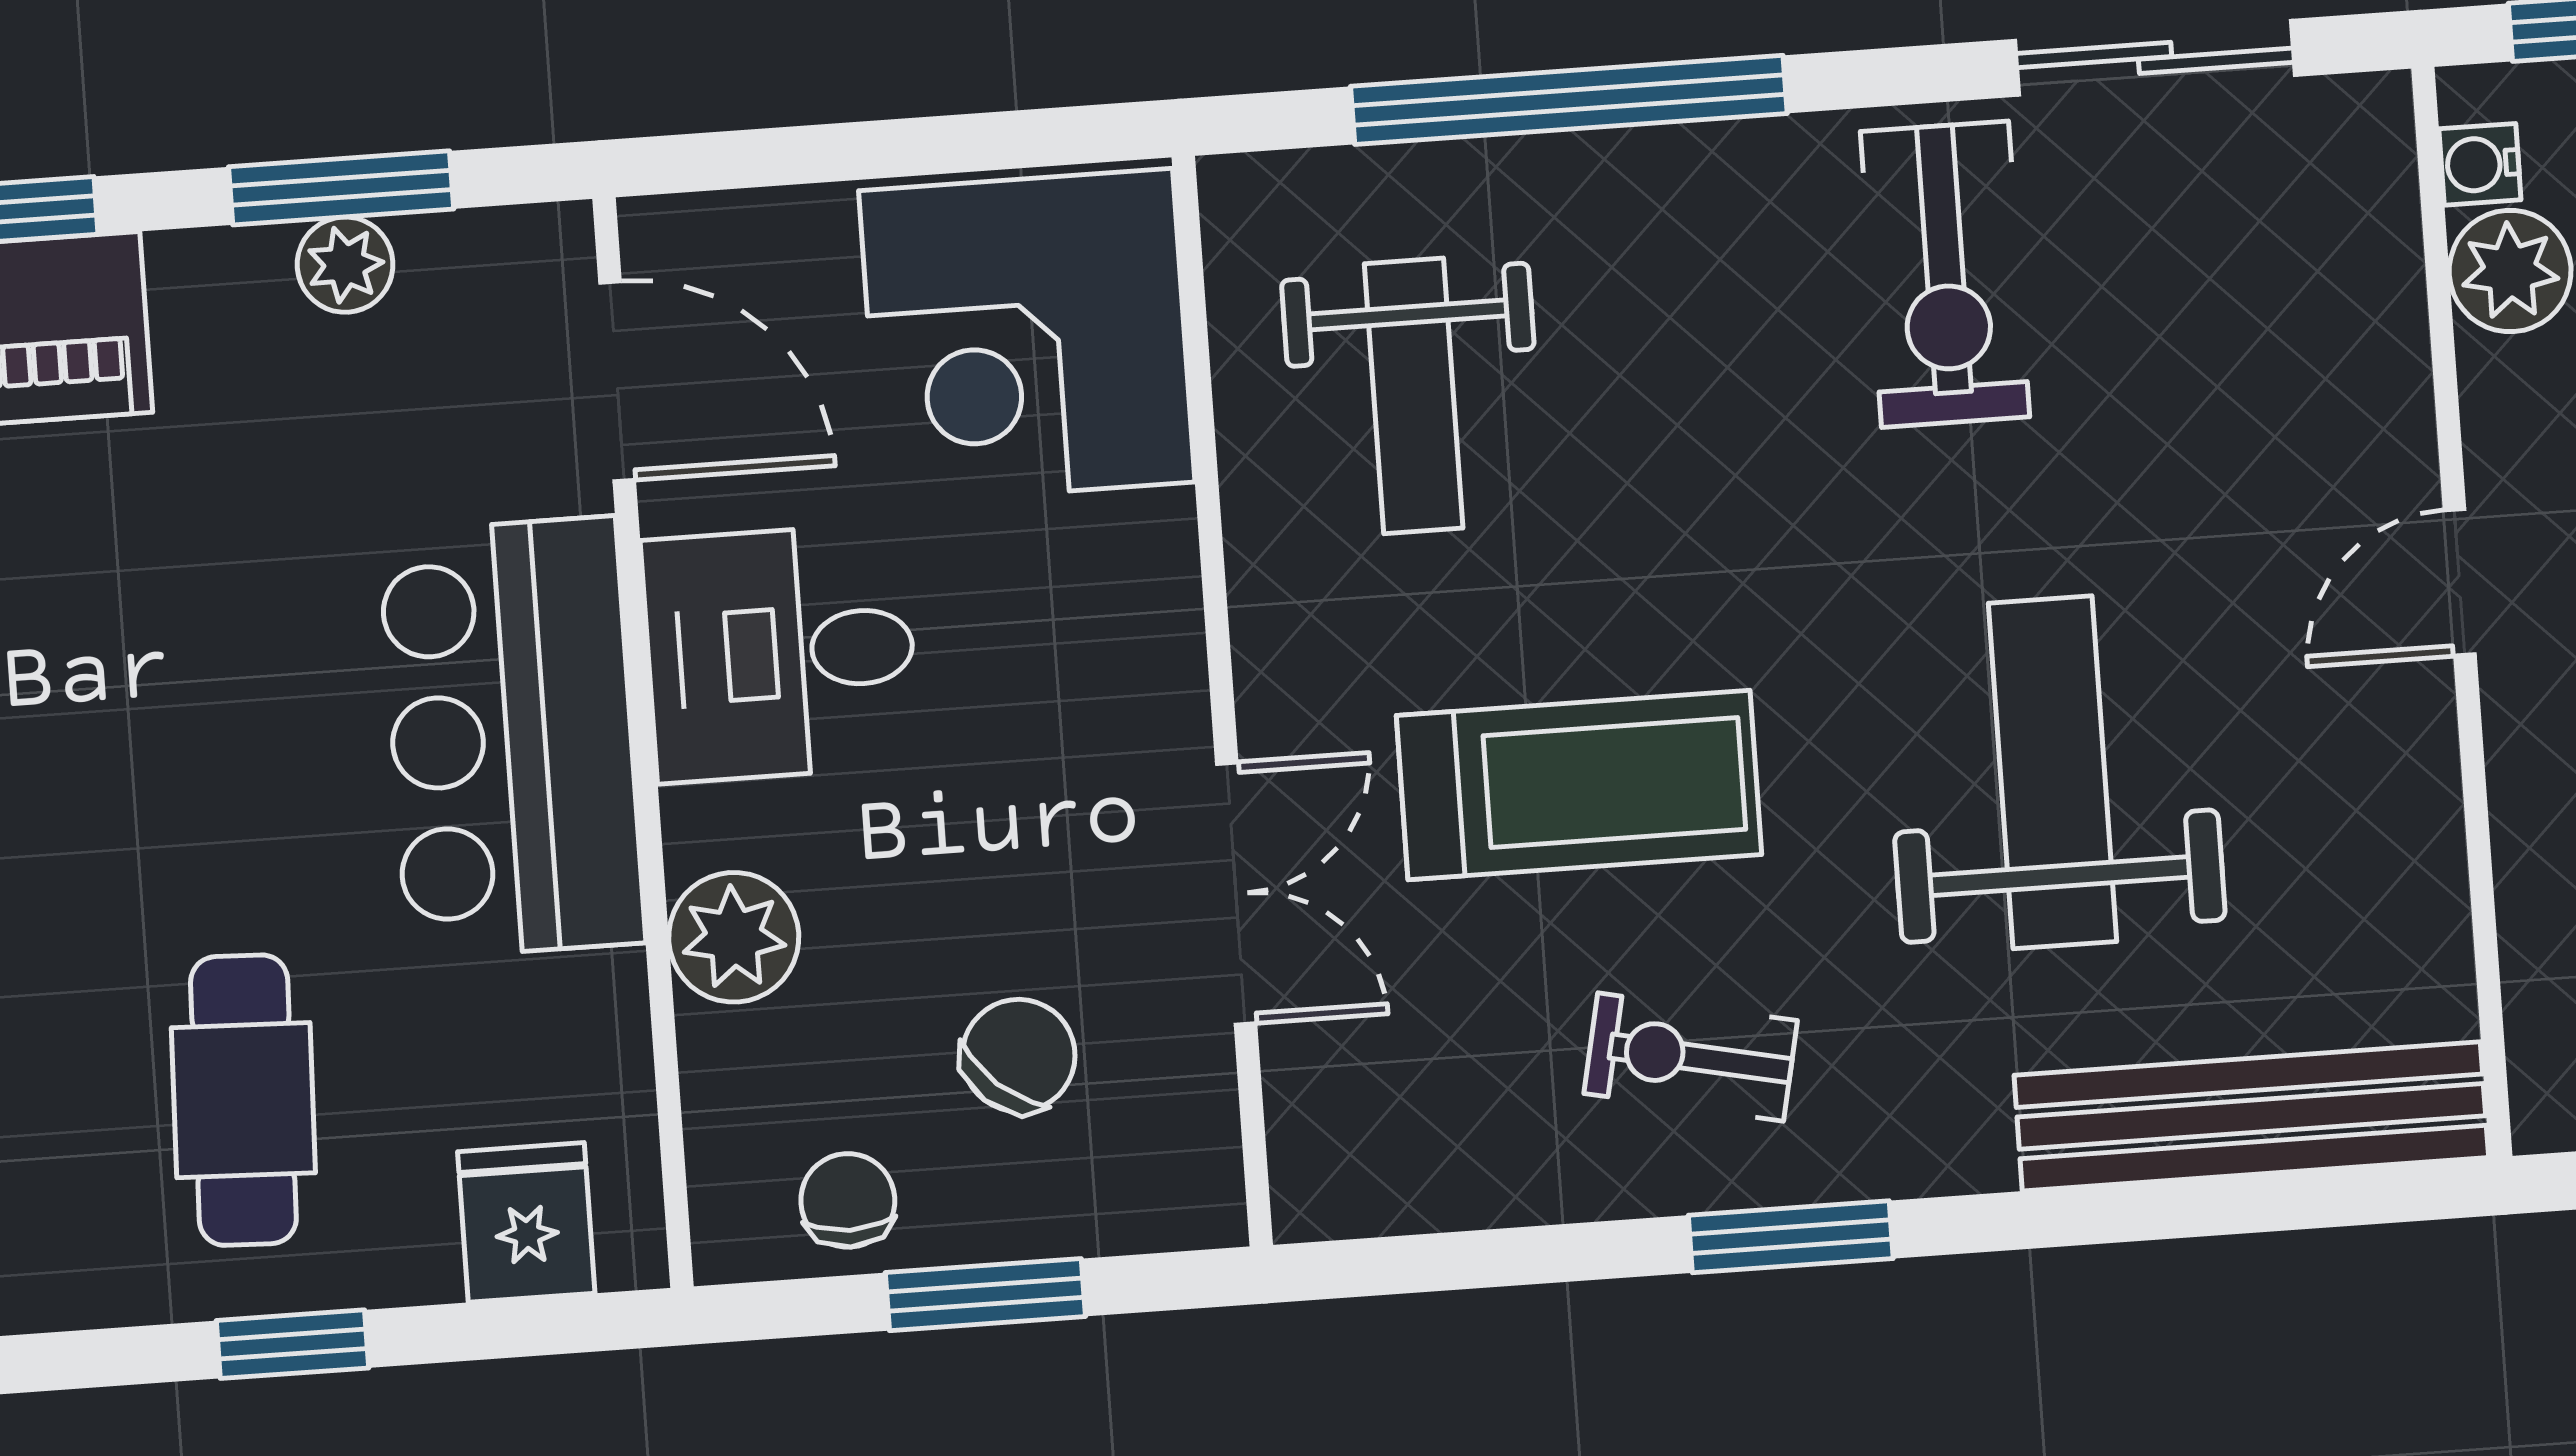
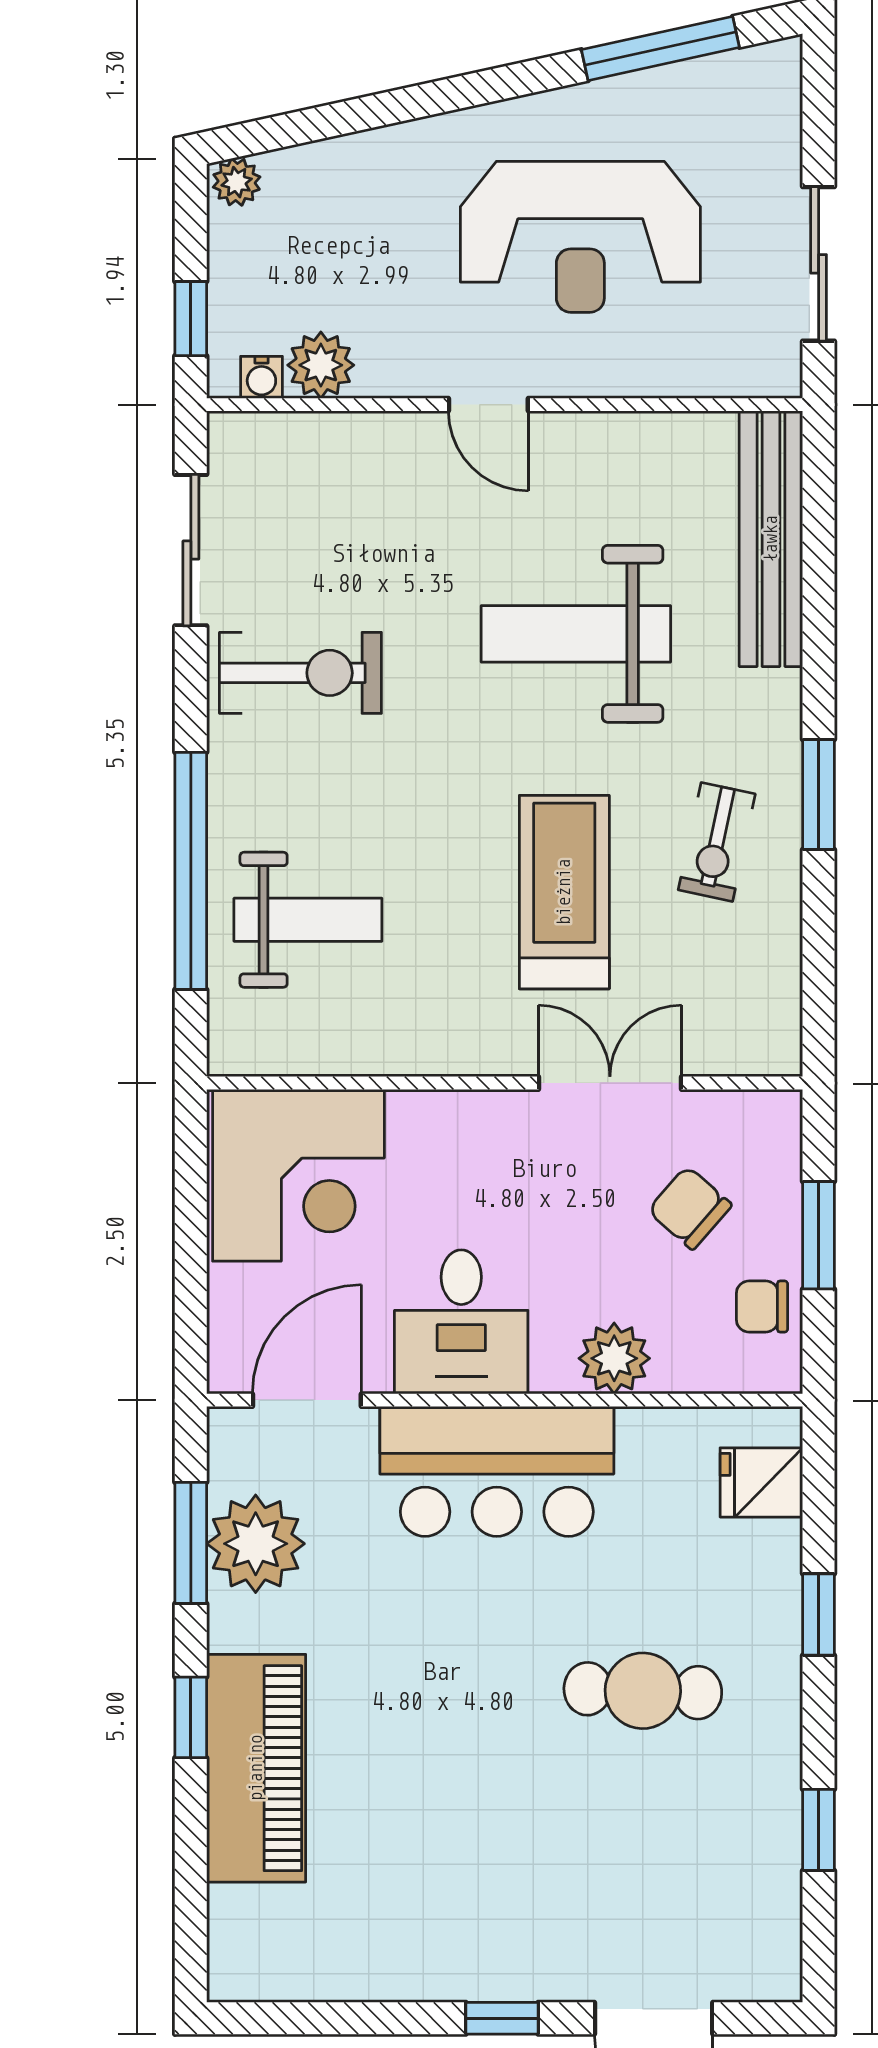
plant: (345, 265) -> (256, 1544), width x1.87, depth x1.87
weight bench: (1414, 396) -> (308, 920), moved
cafe table: (243, 1100) -> (643, 1691), moved

